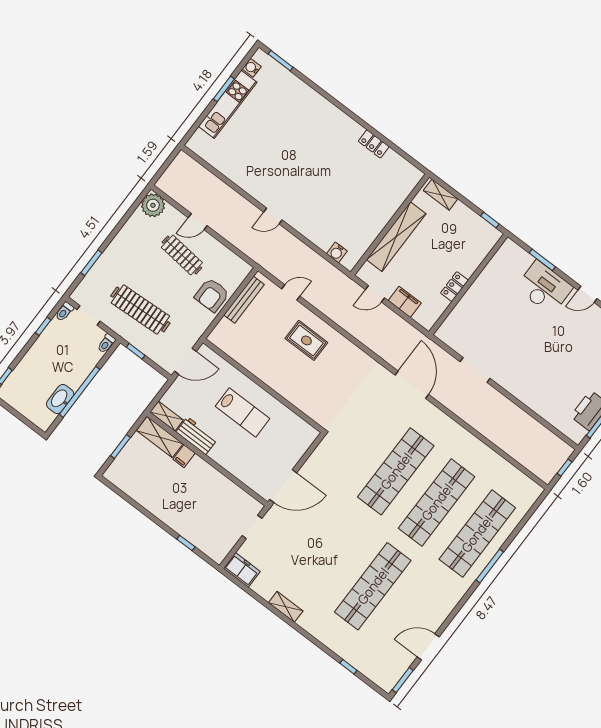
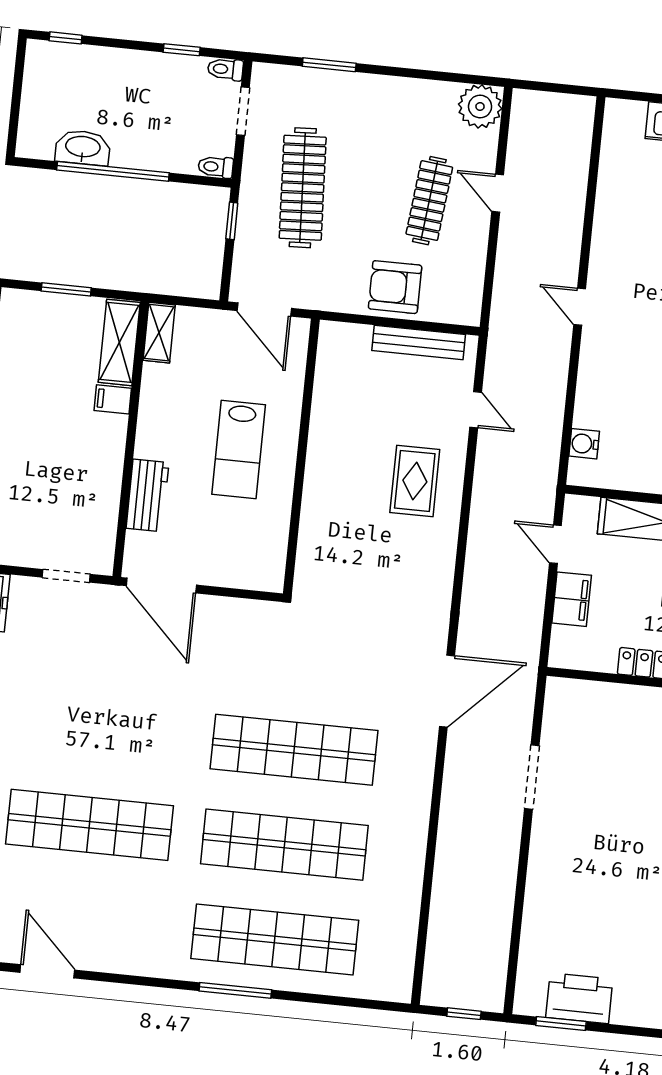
workbench: (197, 436) -> (147, 495), moved

